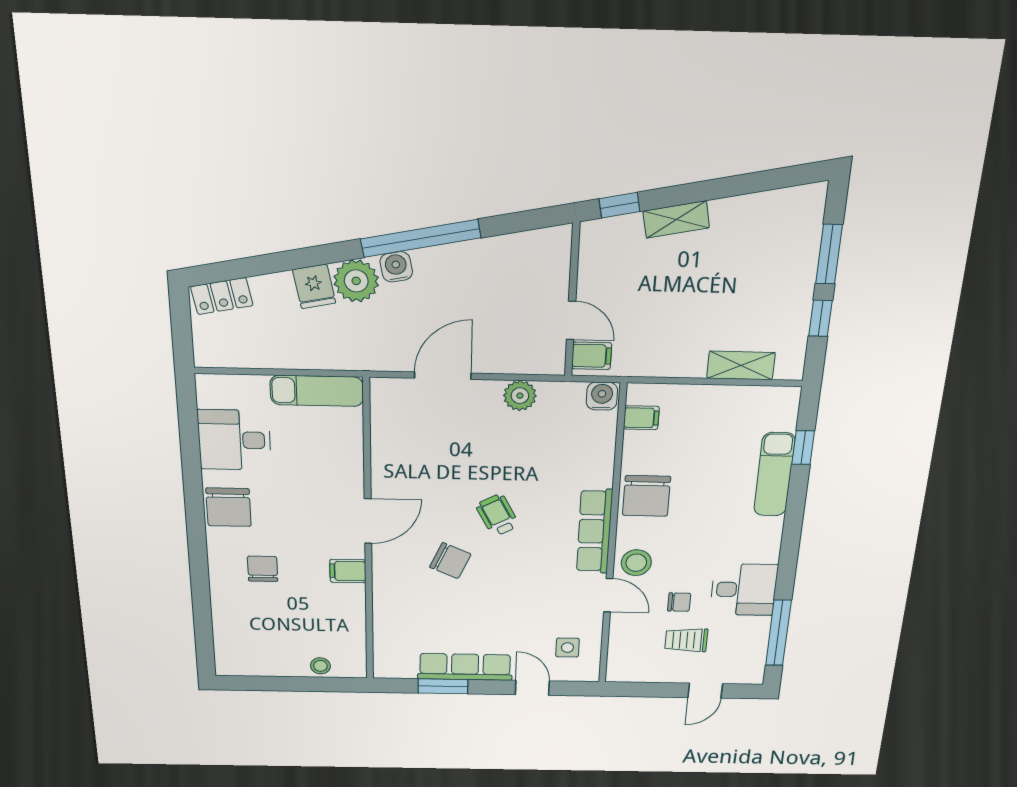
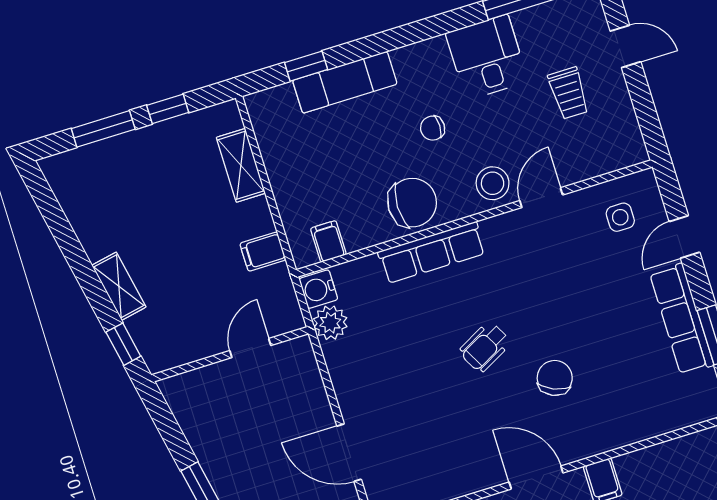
filing cabinet: (592, 356) -> (263, 252), moved, turned -90
plant: (520, 396) -> (330, 323), moved
row of seats: (594, 531) -> (432, 253), moved
chair: (679, 602) -> (433, 128), moved, turned -90

